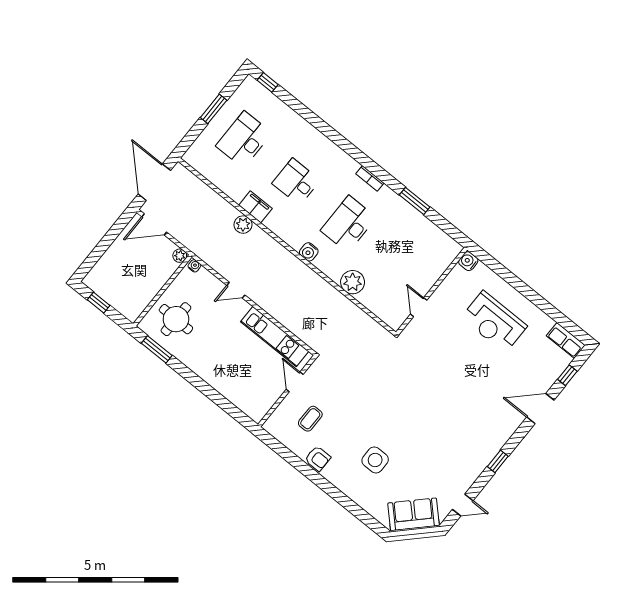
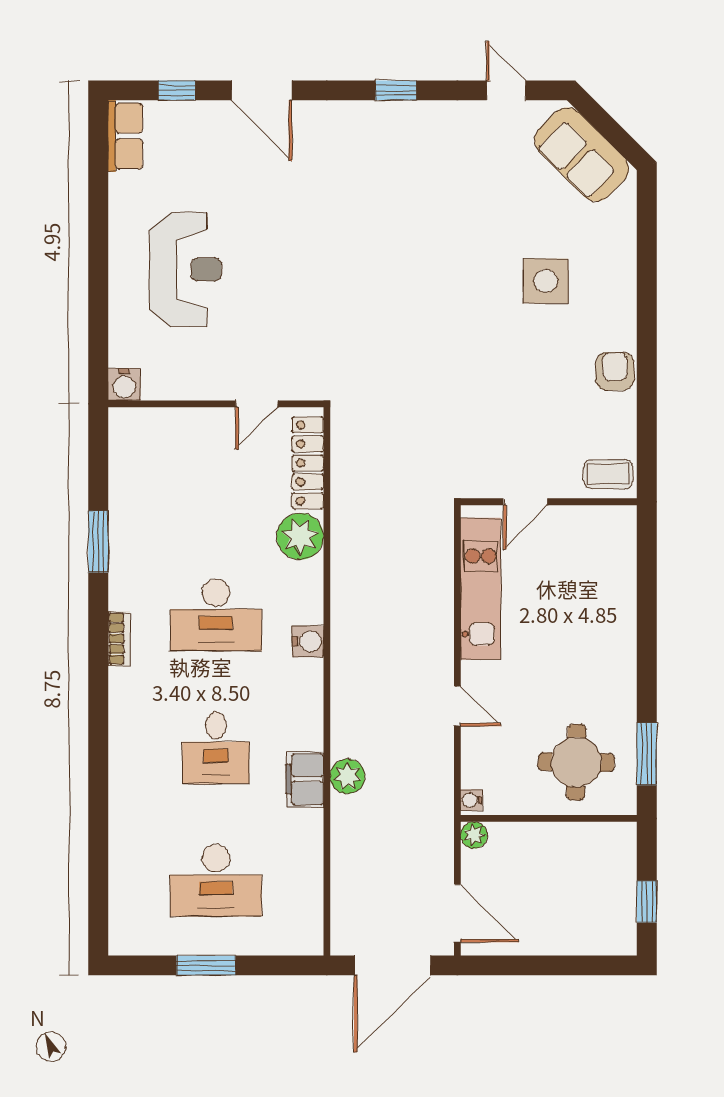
window: (268, 82) -> (98, 915), removed
locker: (379, 309) -> (308, 463), added
coffee table: (310, 419) -> (608, 474), moved

